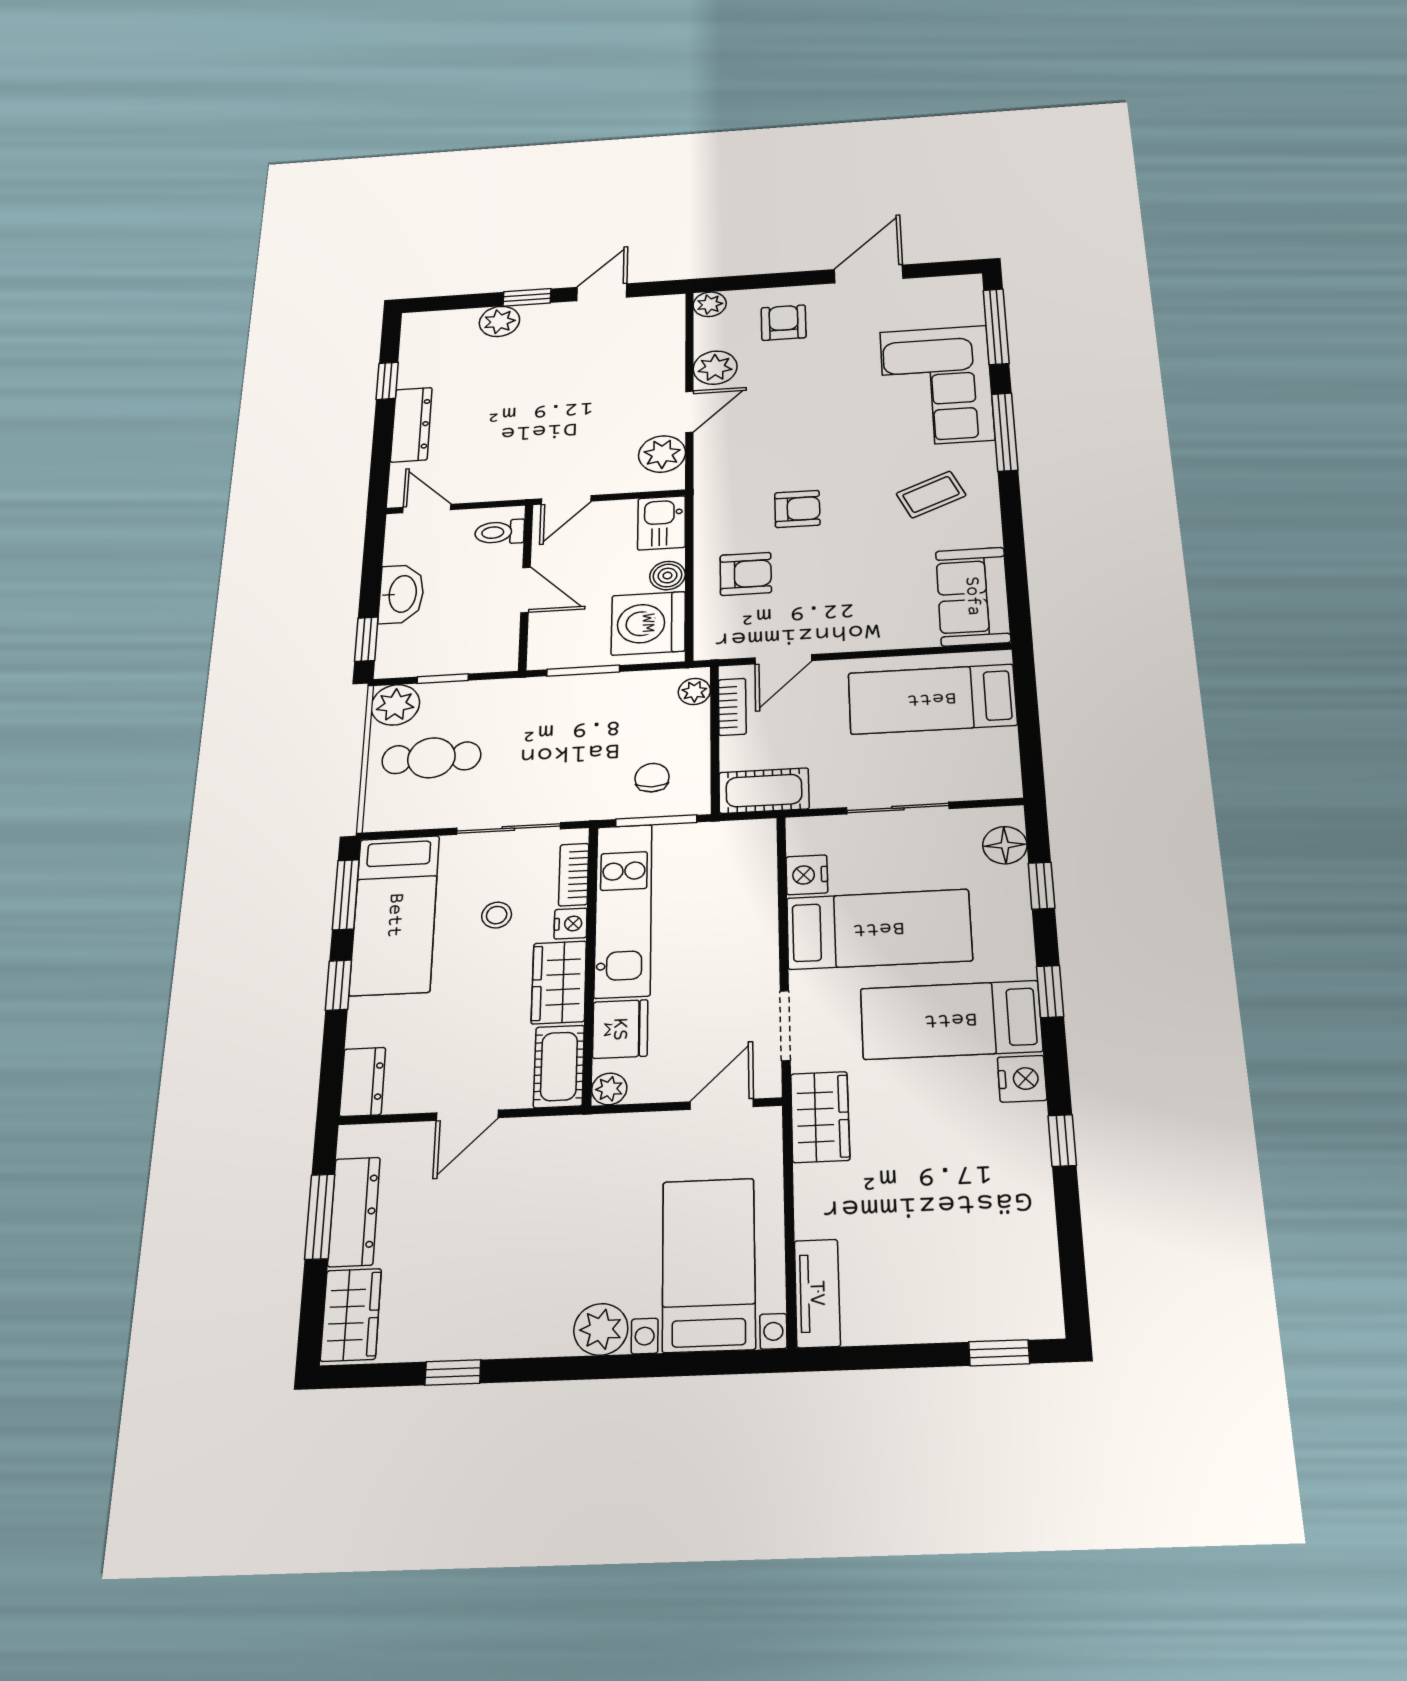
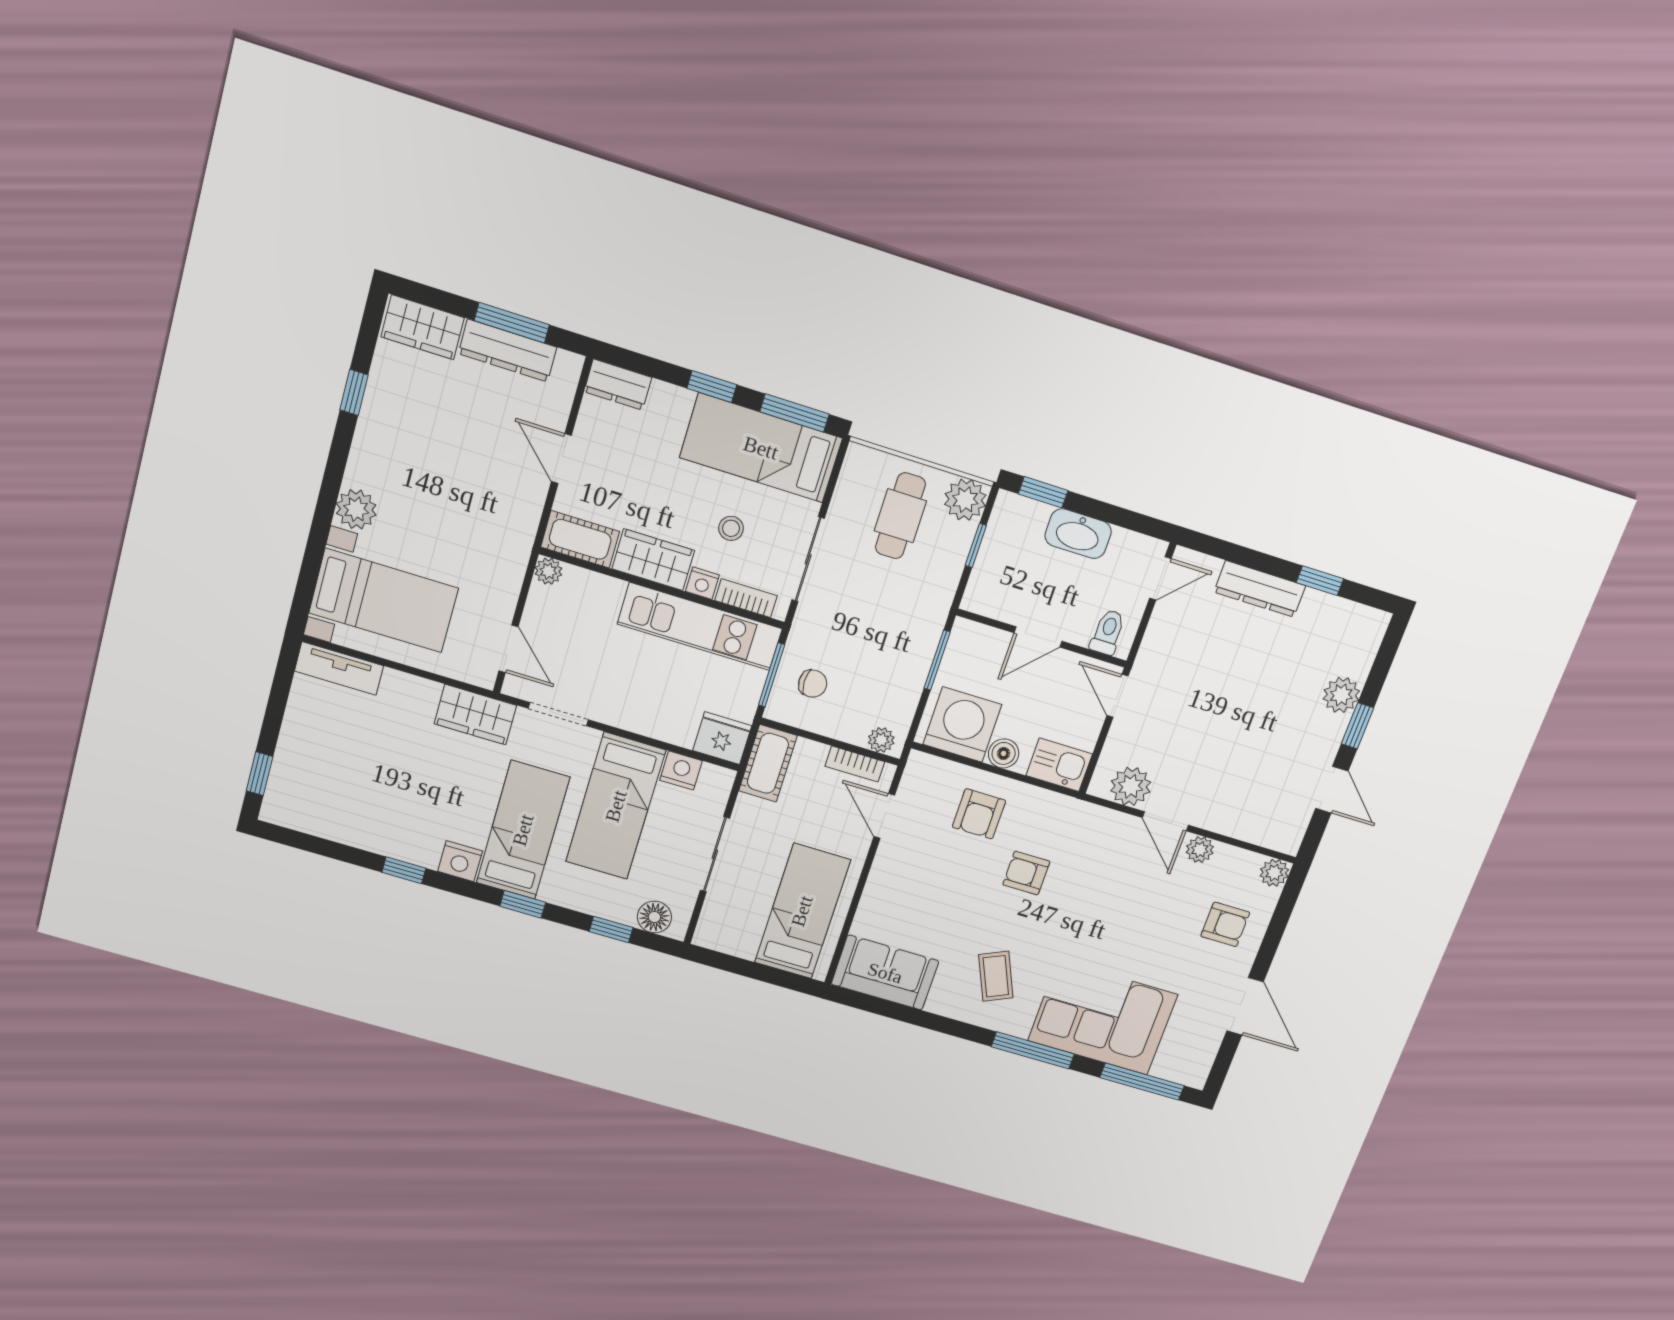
plant: (715, 368) -> (1200, 850), width x0.73, depth x0.73
armchair: (797, 509) -> (1026, 873), turned 90
fridge: (620, 1029) -> (722, 738), moved, turned 180

